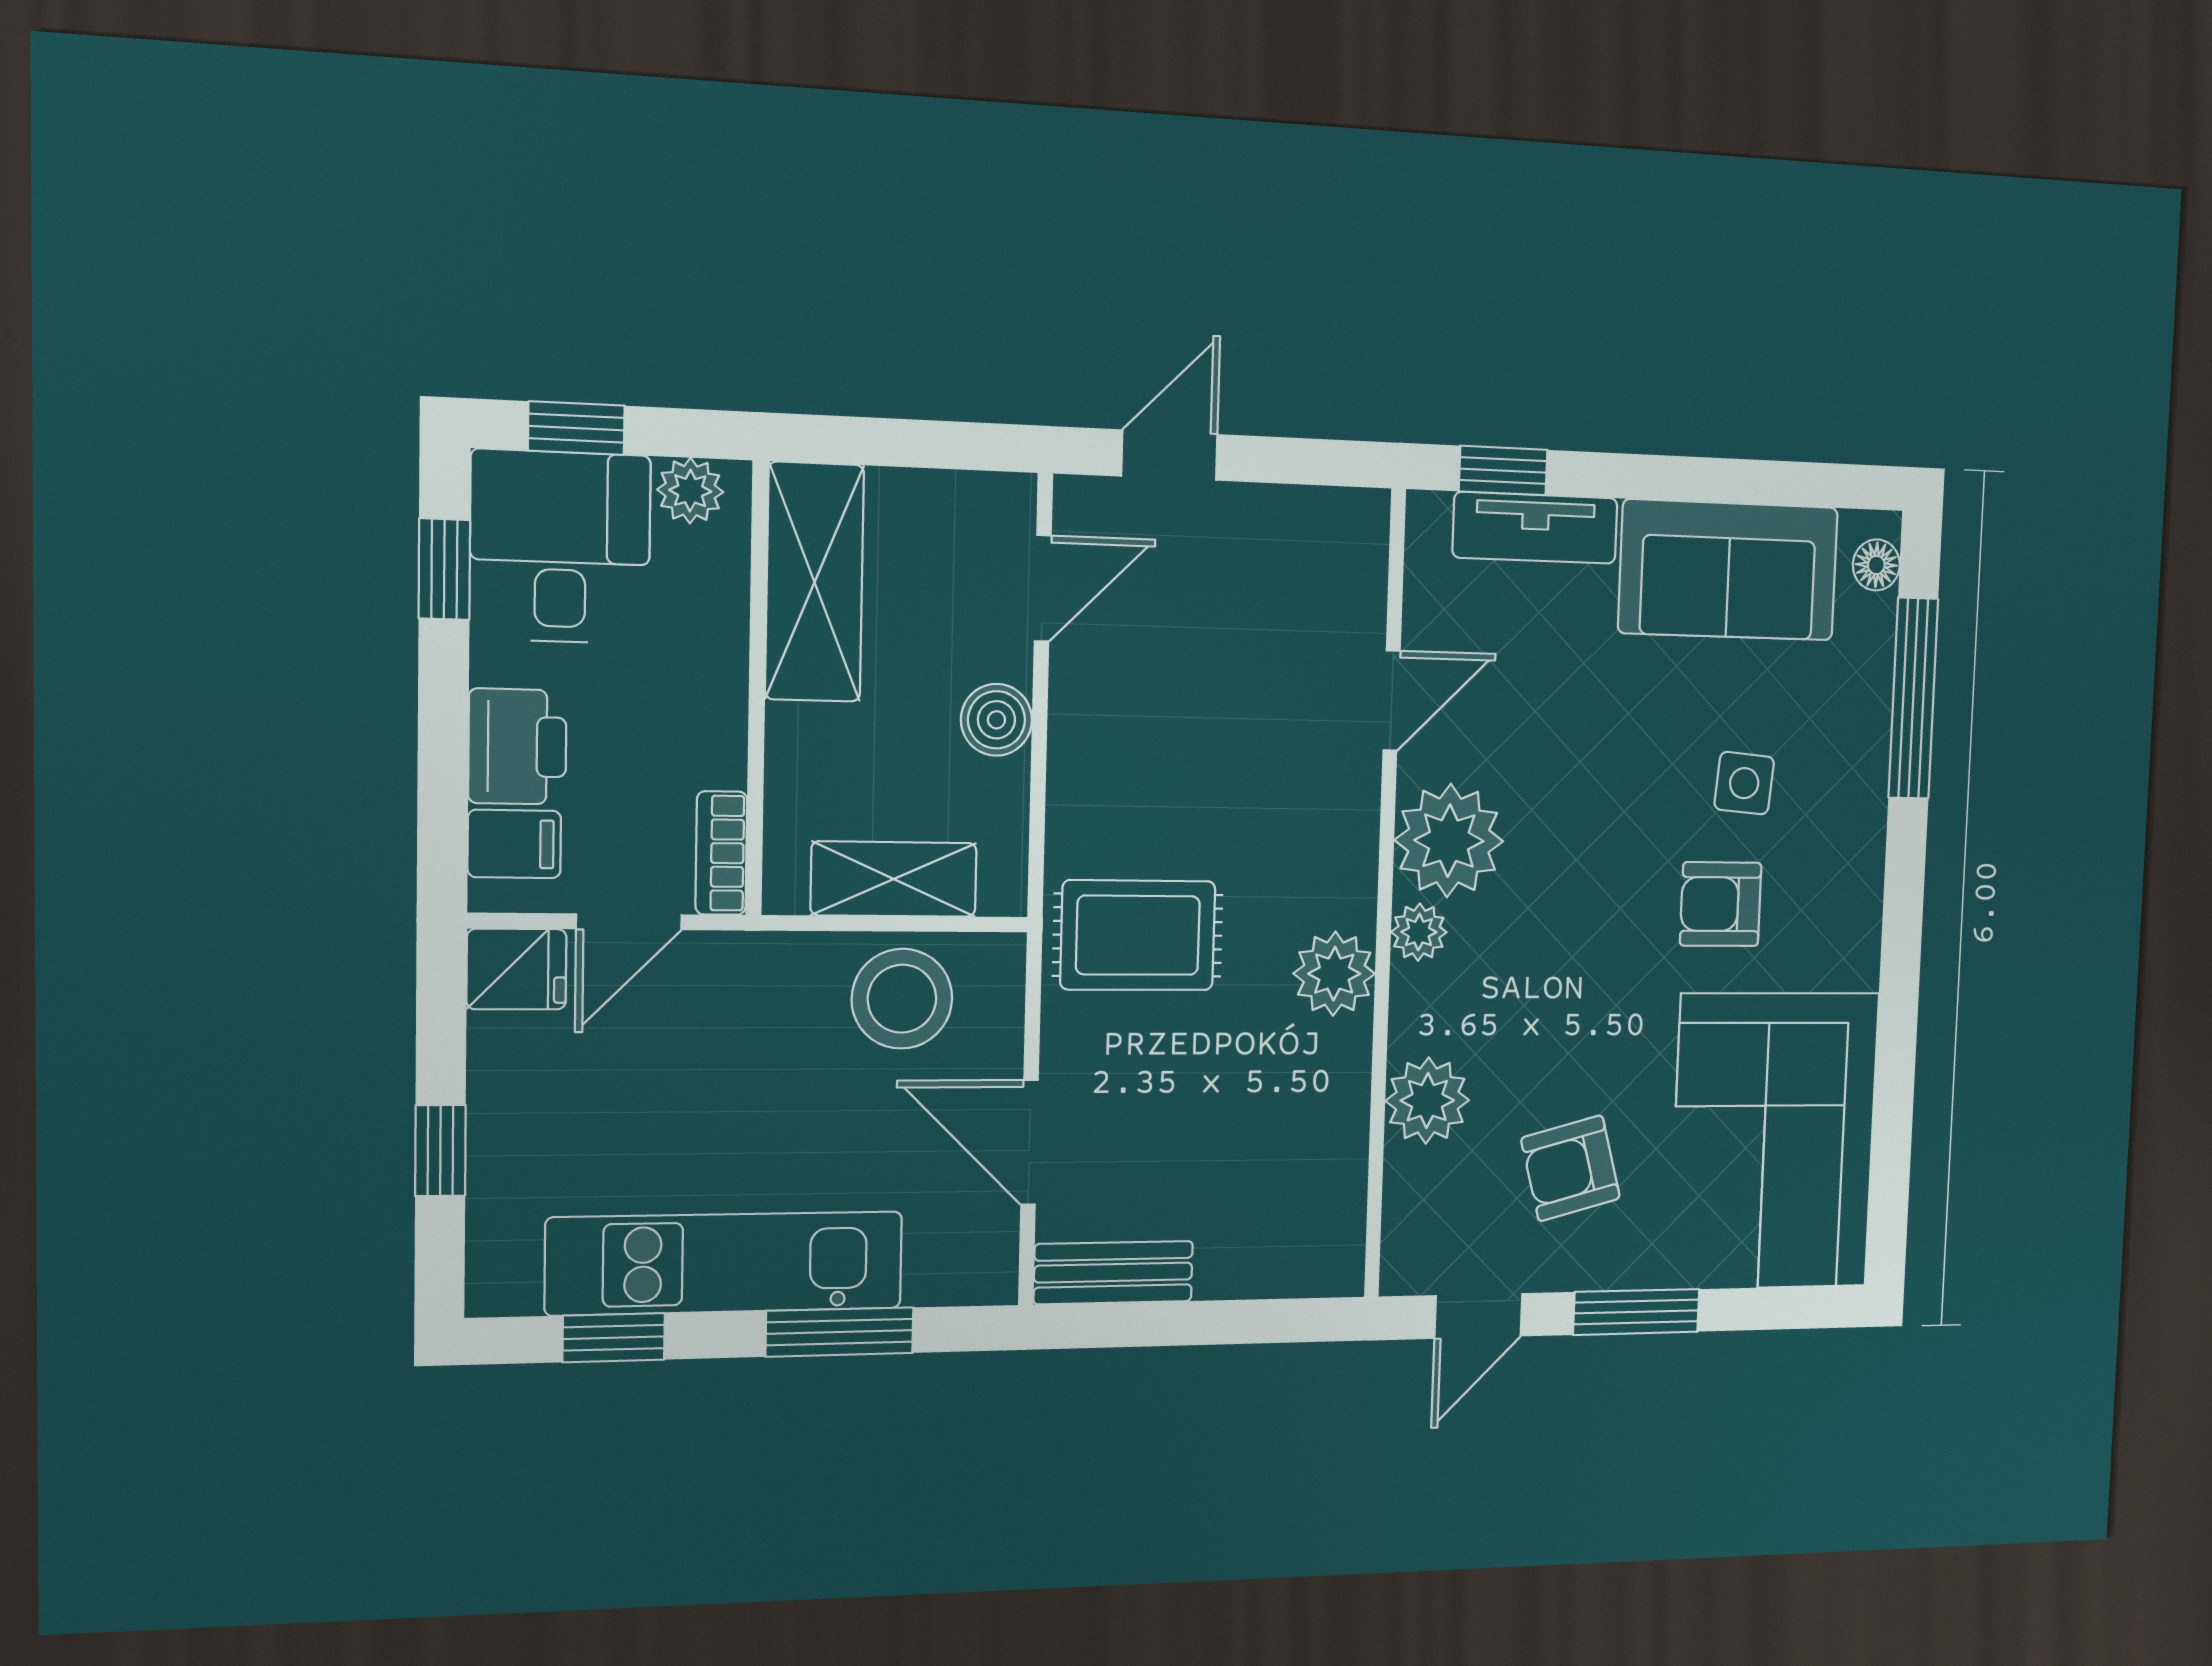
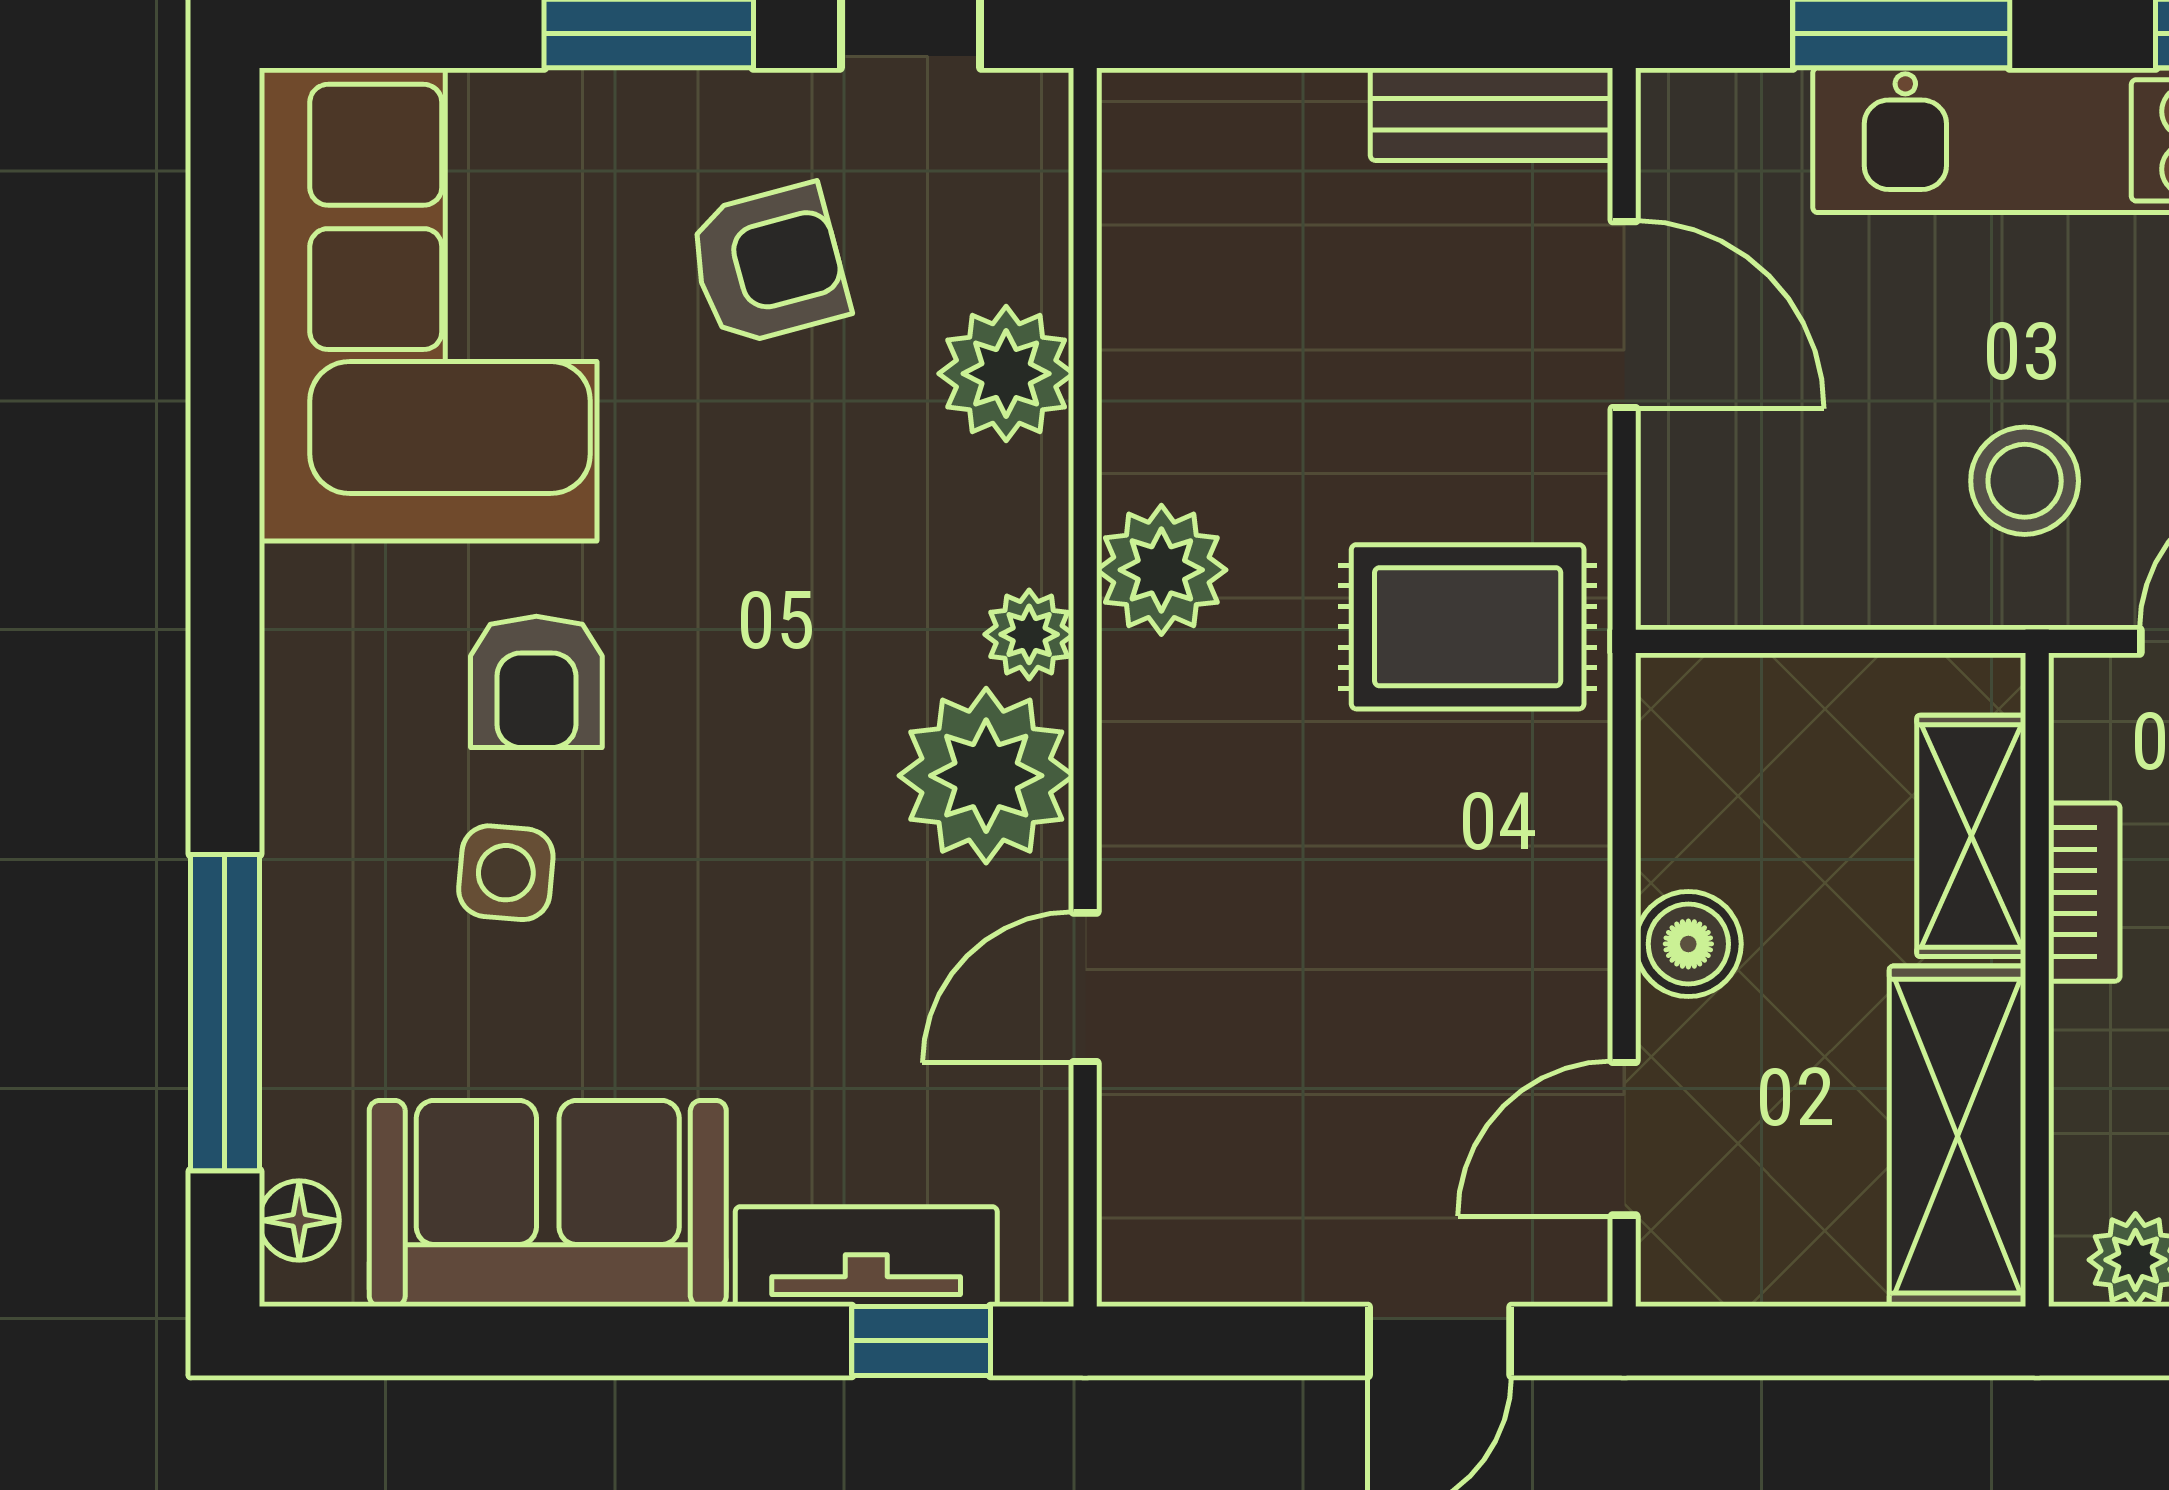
bookcase: (721, 853) -> (2084, 892), moved
shelving: (894, 879) -> (1971, 836), moved, turned 90
armchair: (1721, 904) -> (536, 682), turned 90
stool: (902, 999) -> (2025, 481), moved, width x0.73, depth x0.73

